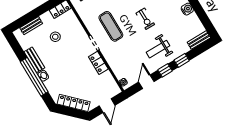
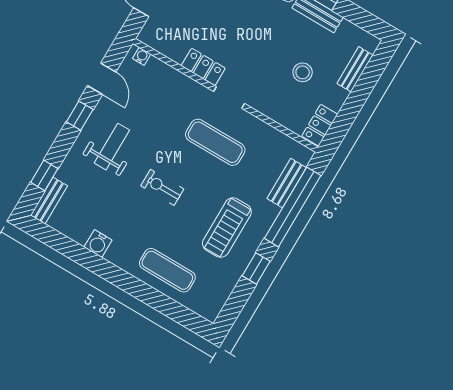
window: (182, 60) -> (44, 175), moved

